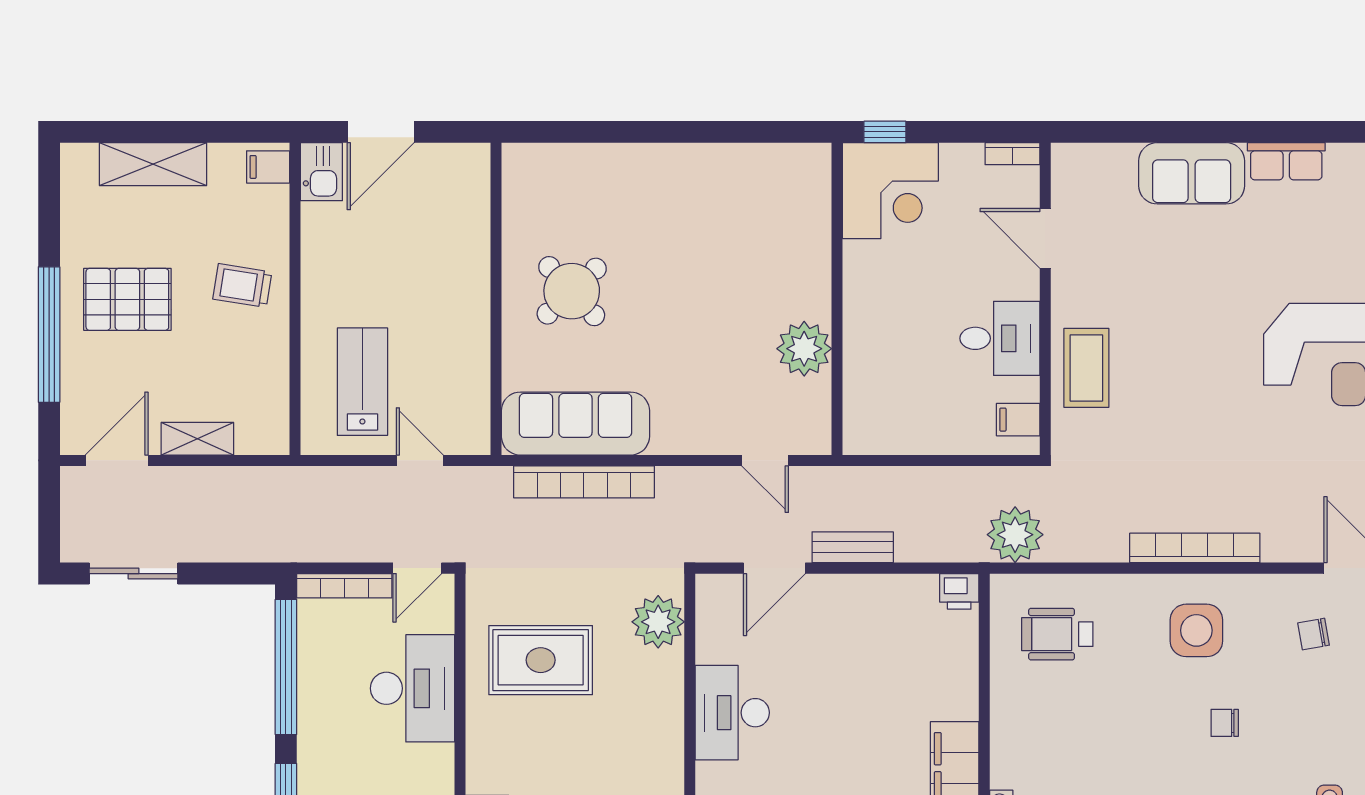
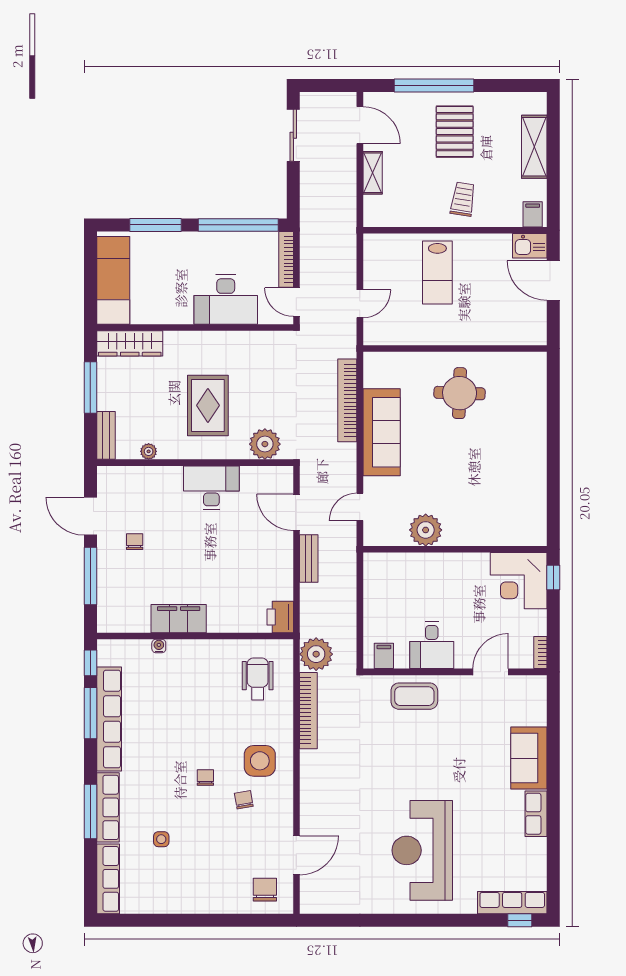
round table: (572, 291) -> (460, 393), turned 45
lab bench: (362, 382) -> (437, 272), moved, turned 90
sofa: (575, 424) -> (382, 432), moved
bookcase: (1195, 548) -> (308, 711), moved
printer: (959, 591) -> (280, 617), width x1.36, depth x1.24
chair: (1314, 634) -> (244, 800), moved
rug: (541, 660) -> (208, 405), moved

